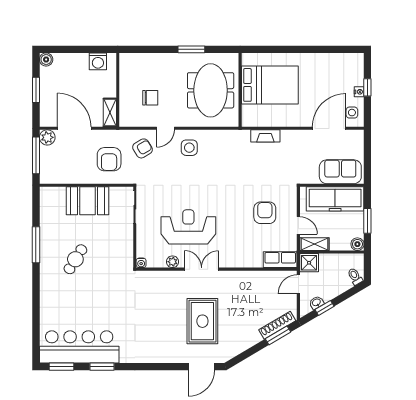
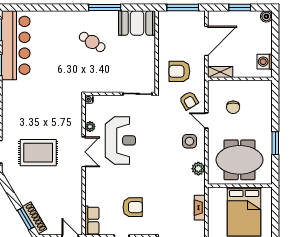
plant: (47, 137) -> (198, 169), moved
booth: (88, 201) -> (137, 23), moved, turned 90

